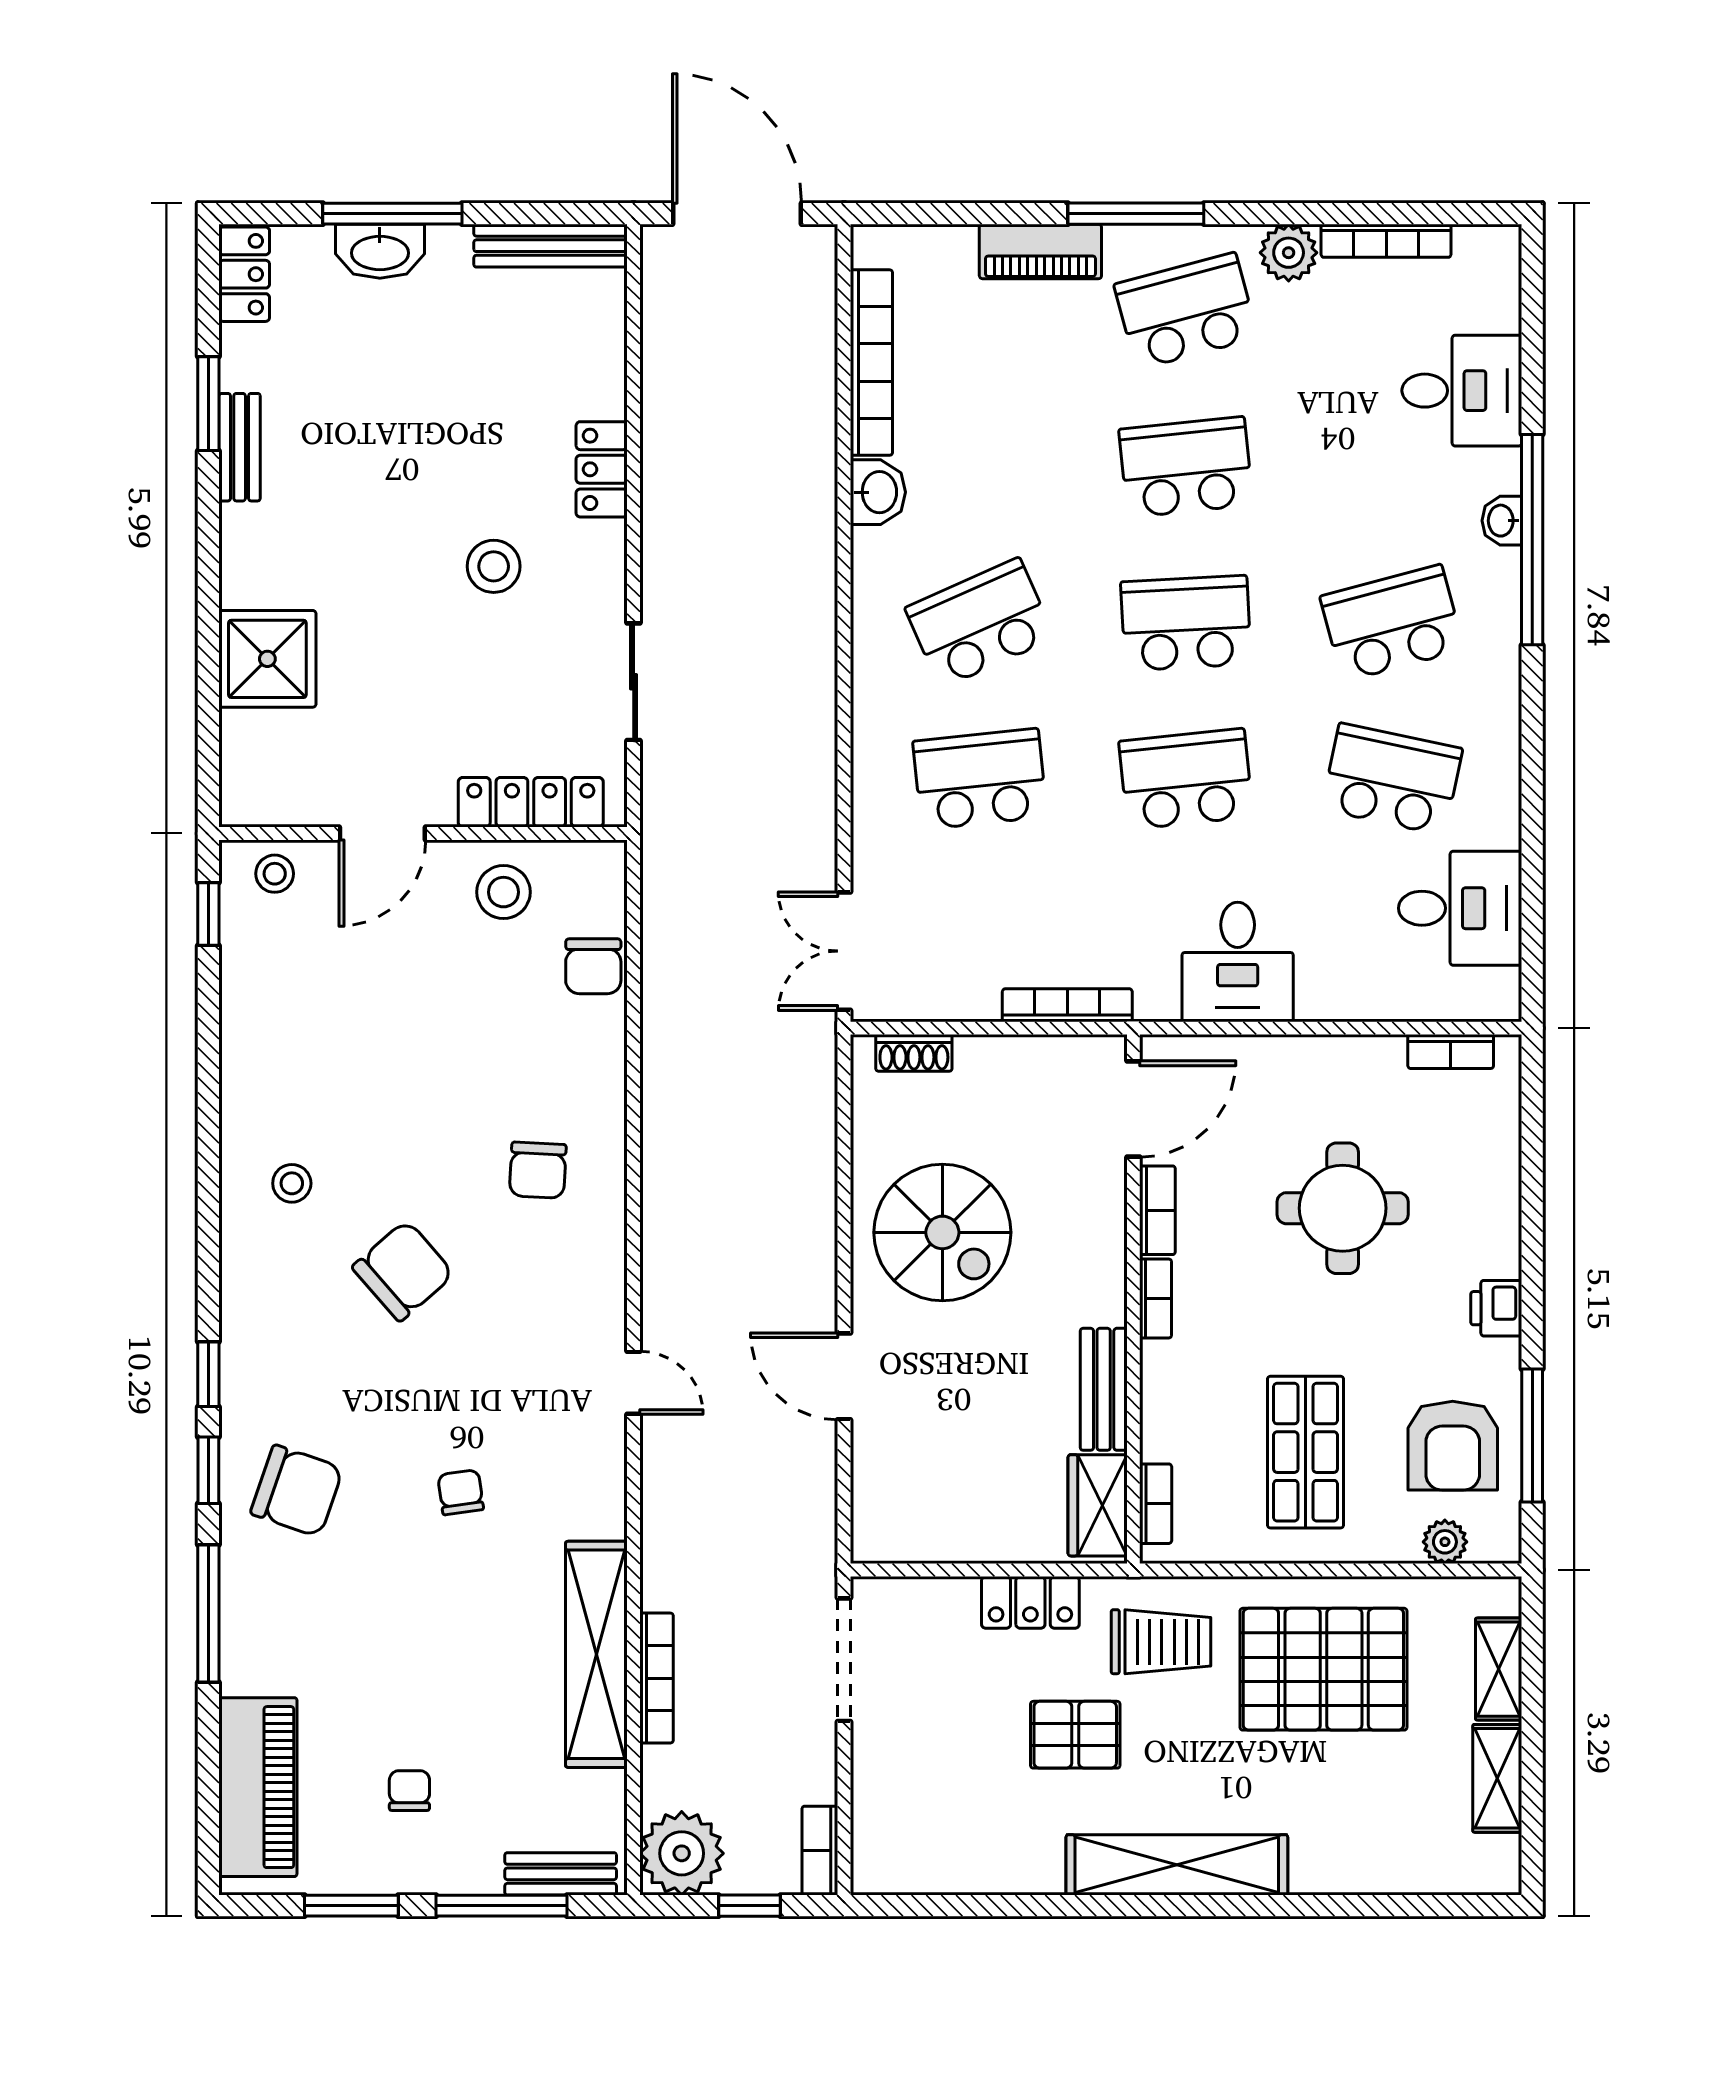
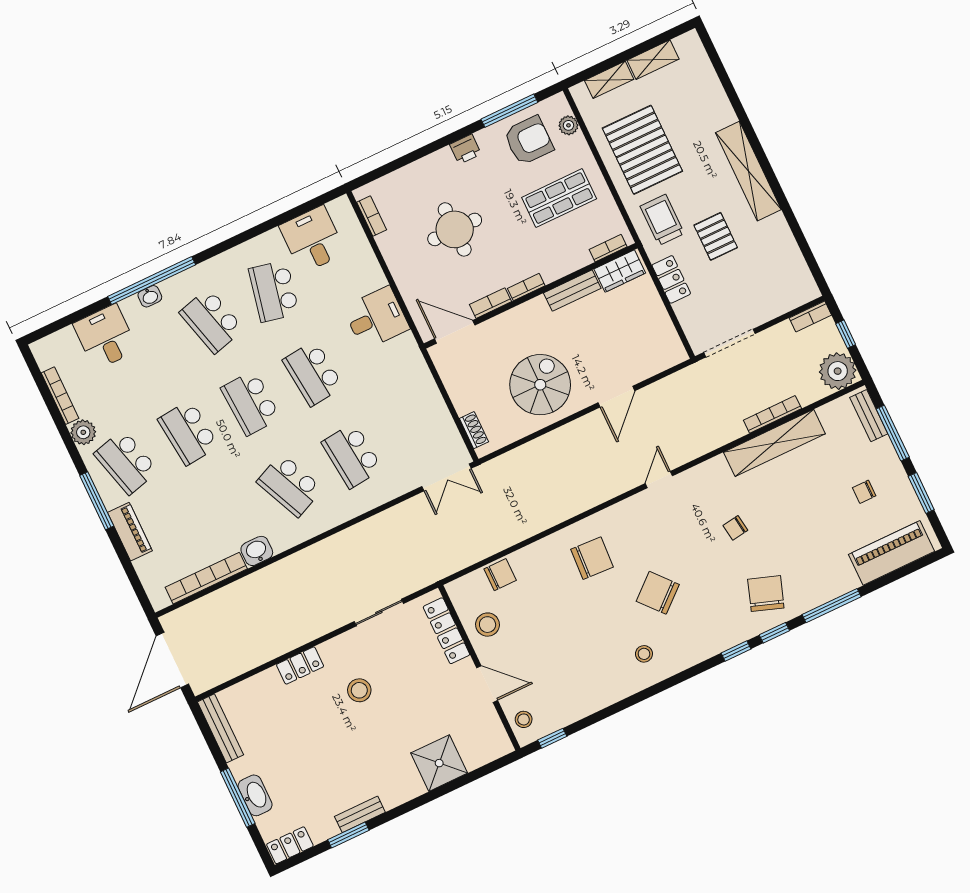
bookcase: (1067, 1005) -> (426, 378), removed
chair: (538, 1170) -> (592, 558), width x1.37, depth x1.37

